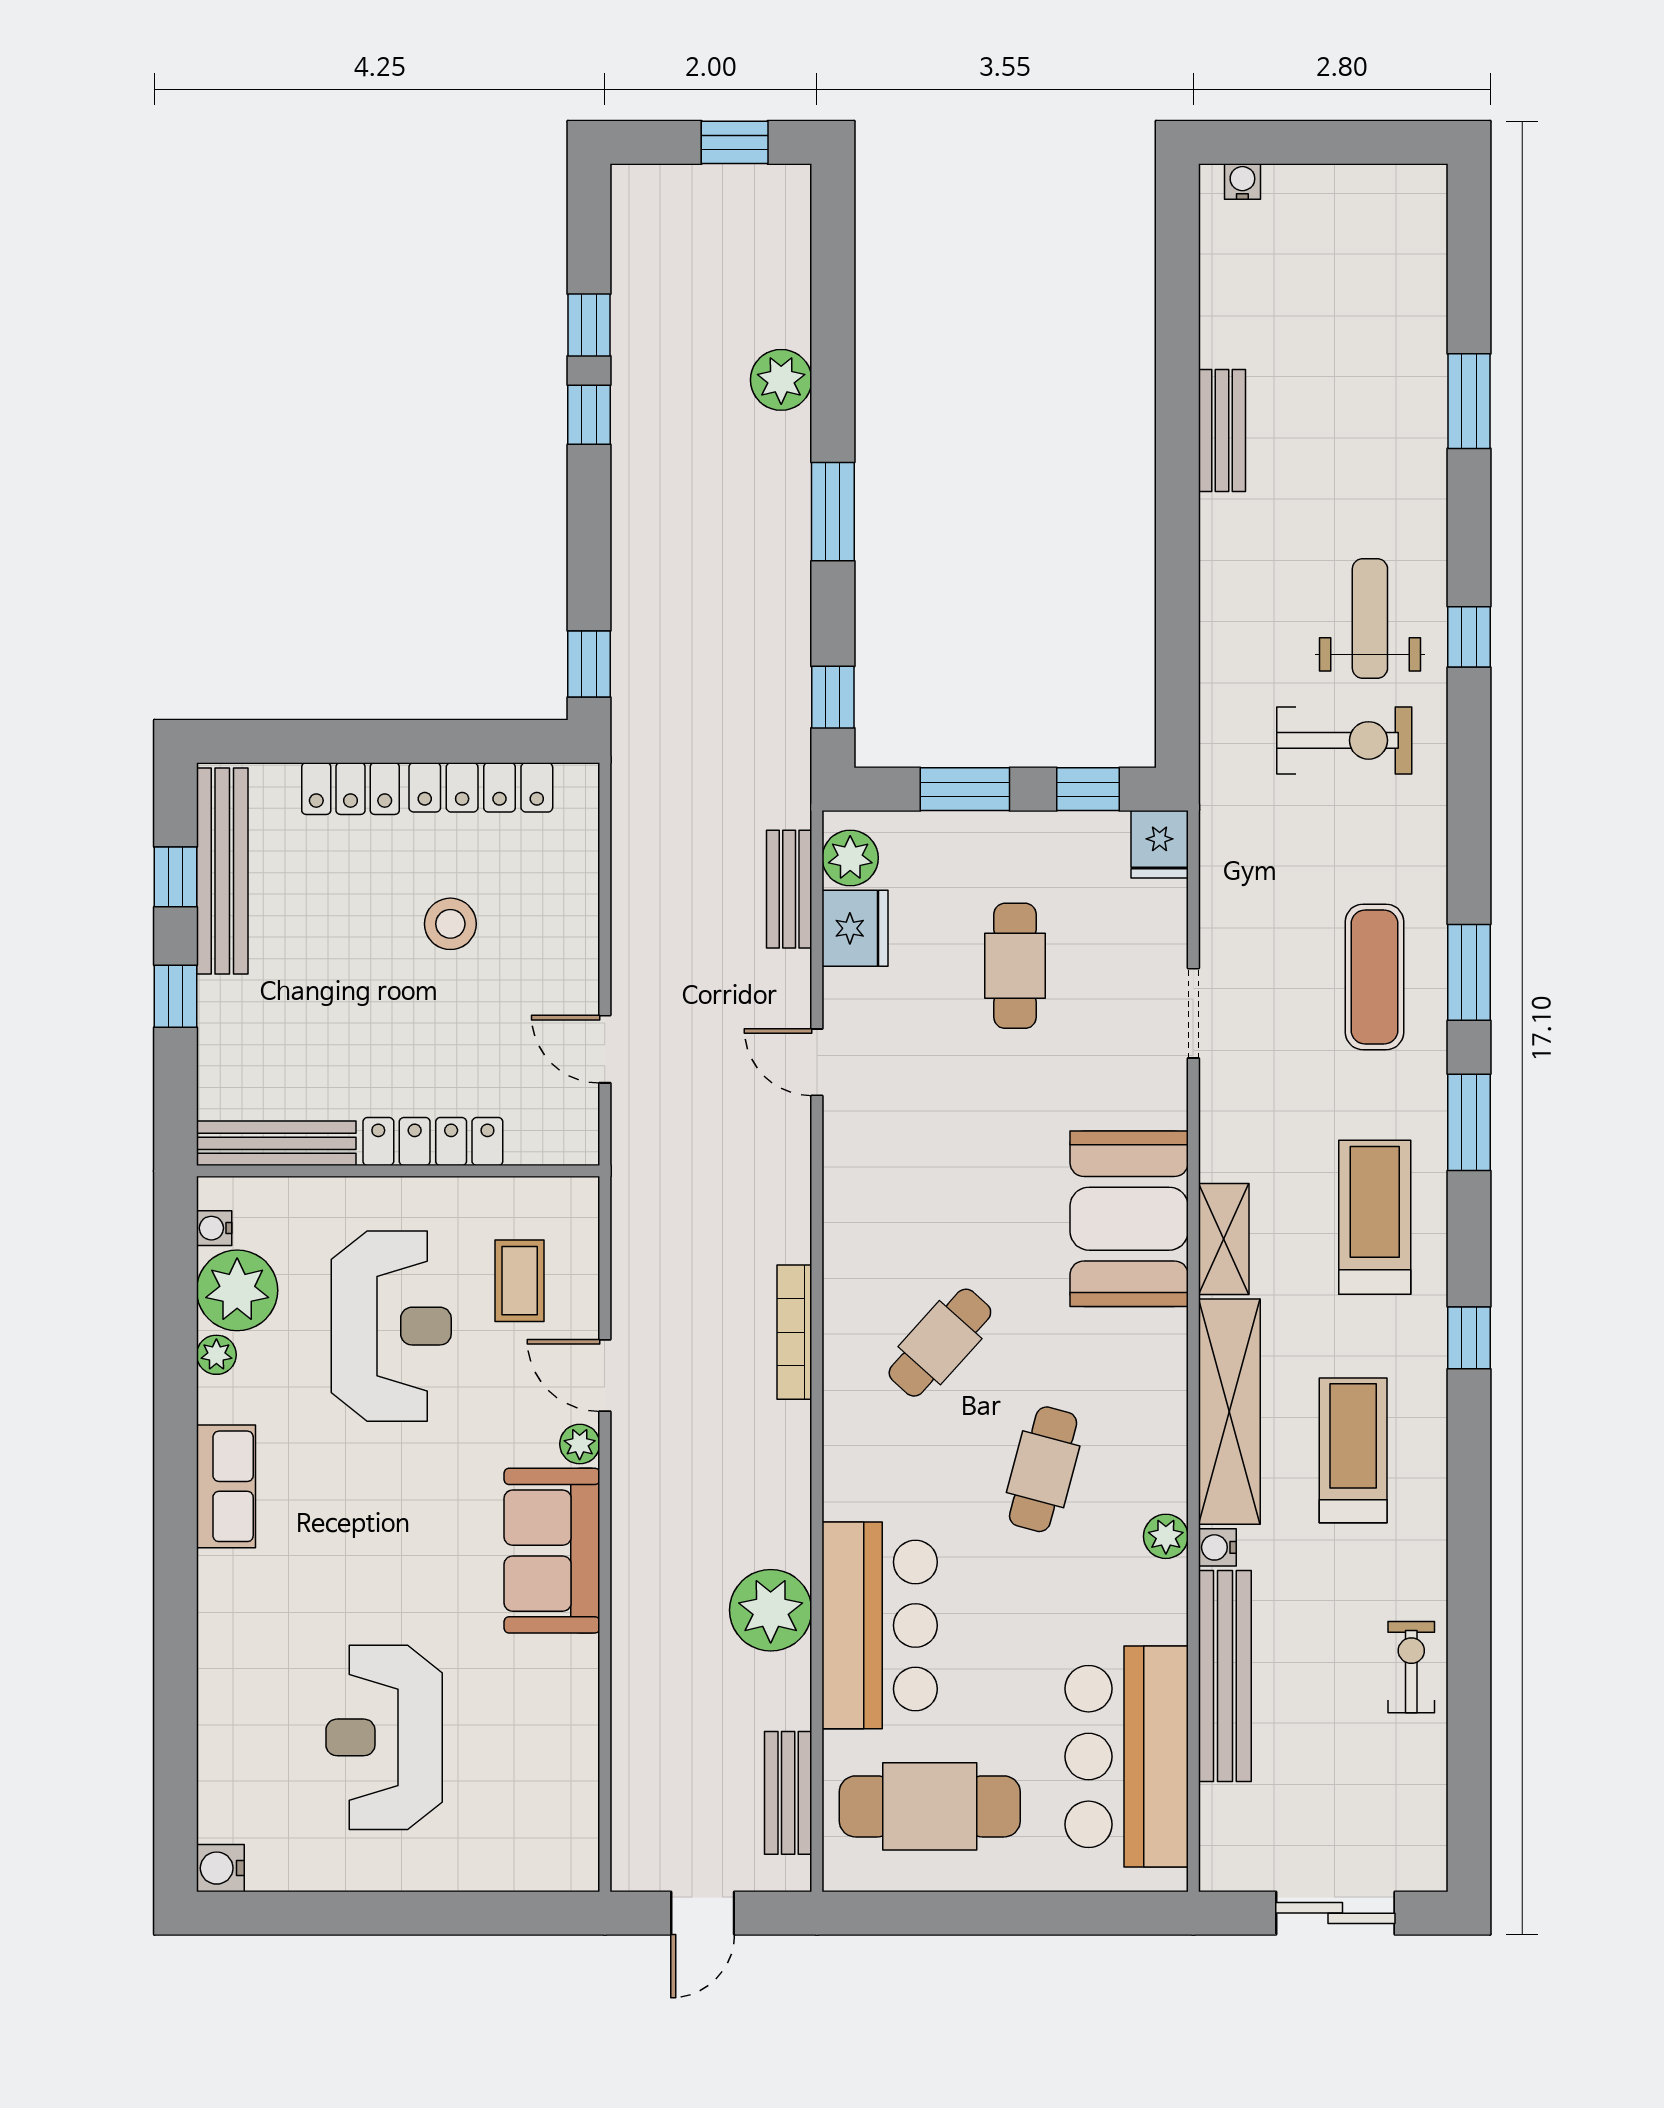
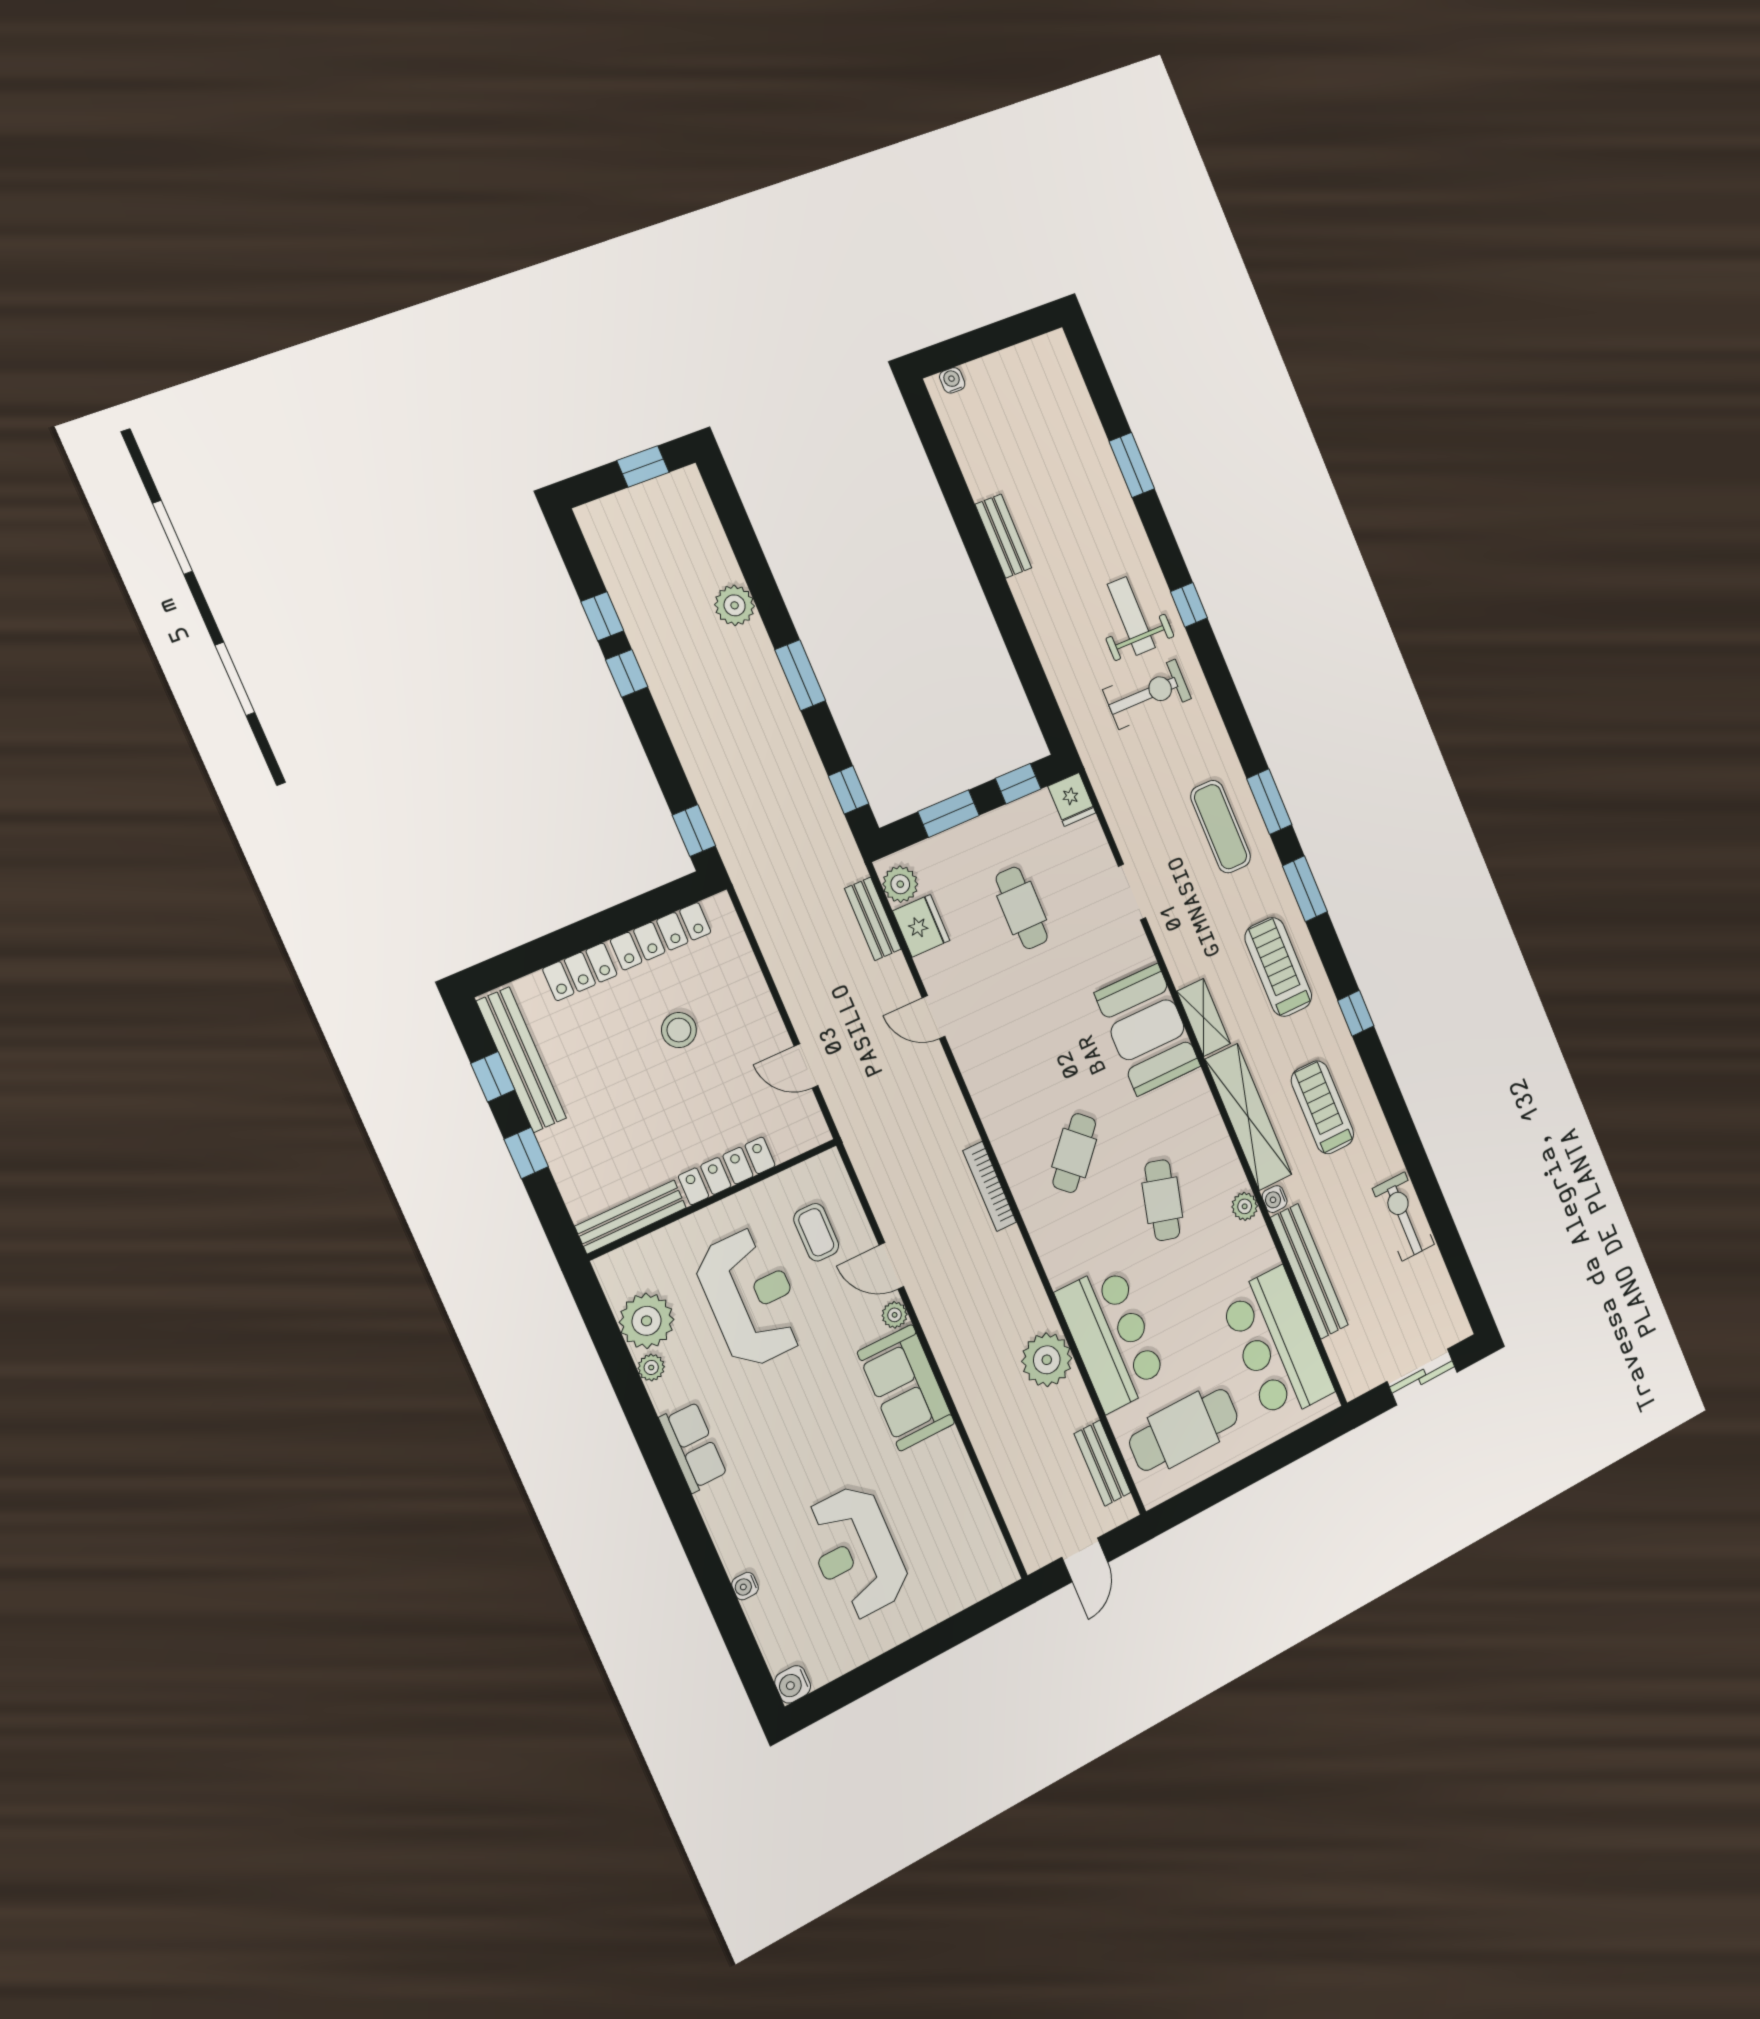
water cooler: (214, 1228) -> (745, 1586), moved
exercise bike: (1411, 1667) -> (1403, 1216), width x1.38, depth x1.39

